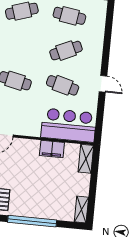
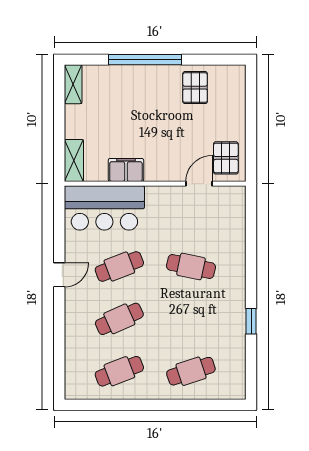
cafe table: (69, 16) -> (119, 371), turned -30
door: (103, 84) -> (59, 275), swing flipped
cafe table: (63, 85) -> (119, 267), turned -36

